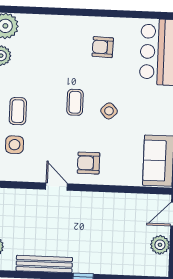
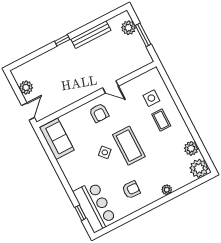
plant: (59, 22) -> (167, 190), added
coffee table: (75, 102) -> (129, 146), width x1.86, depth x1.72
armchair: (89, 163) -> (99, 113), turned 90

